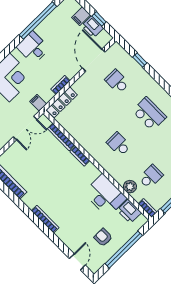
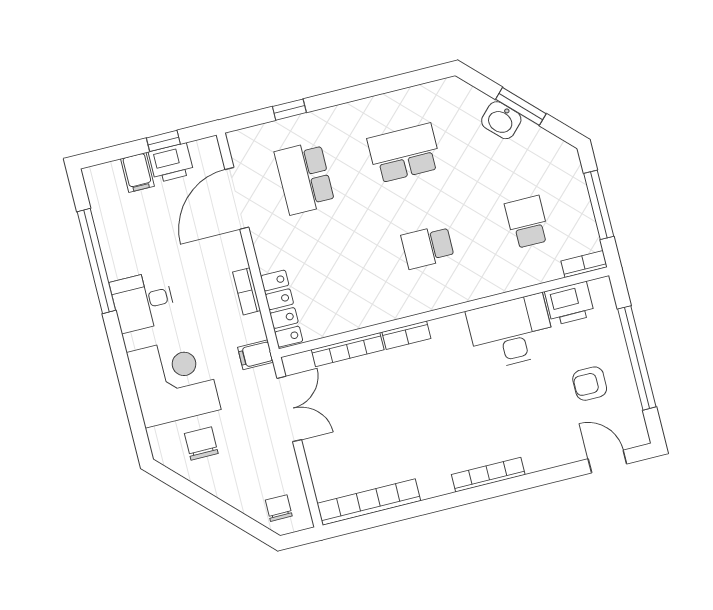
door: (94, 60) -> (237, 198), hinge flipped
school desk: (117, 81) -> (305, 178), width x1.85
plant: (130, 187) -> (522, 274), removed

